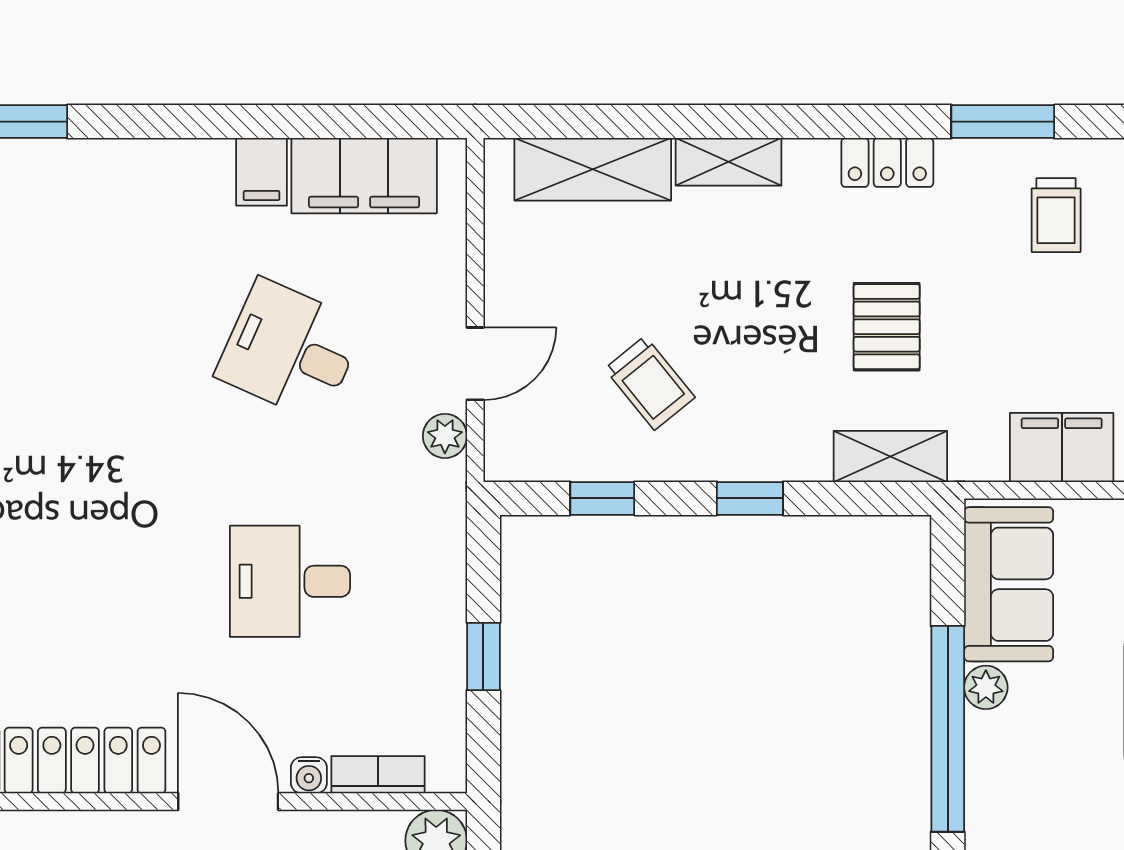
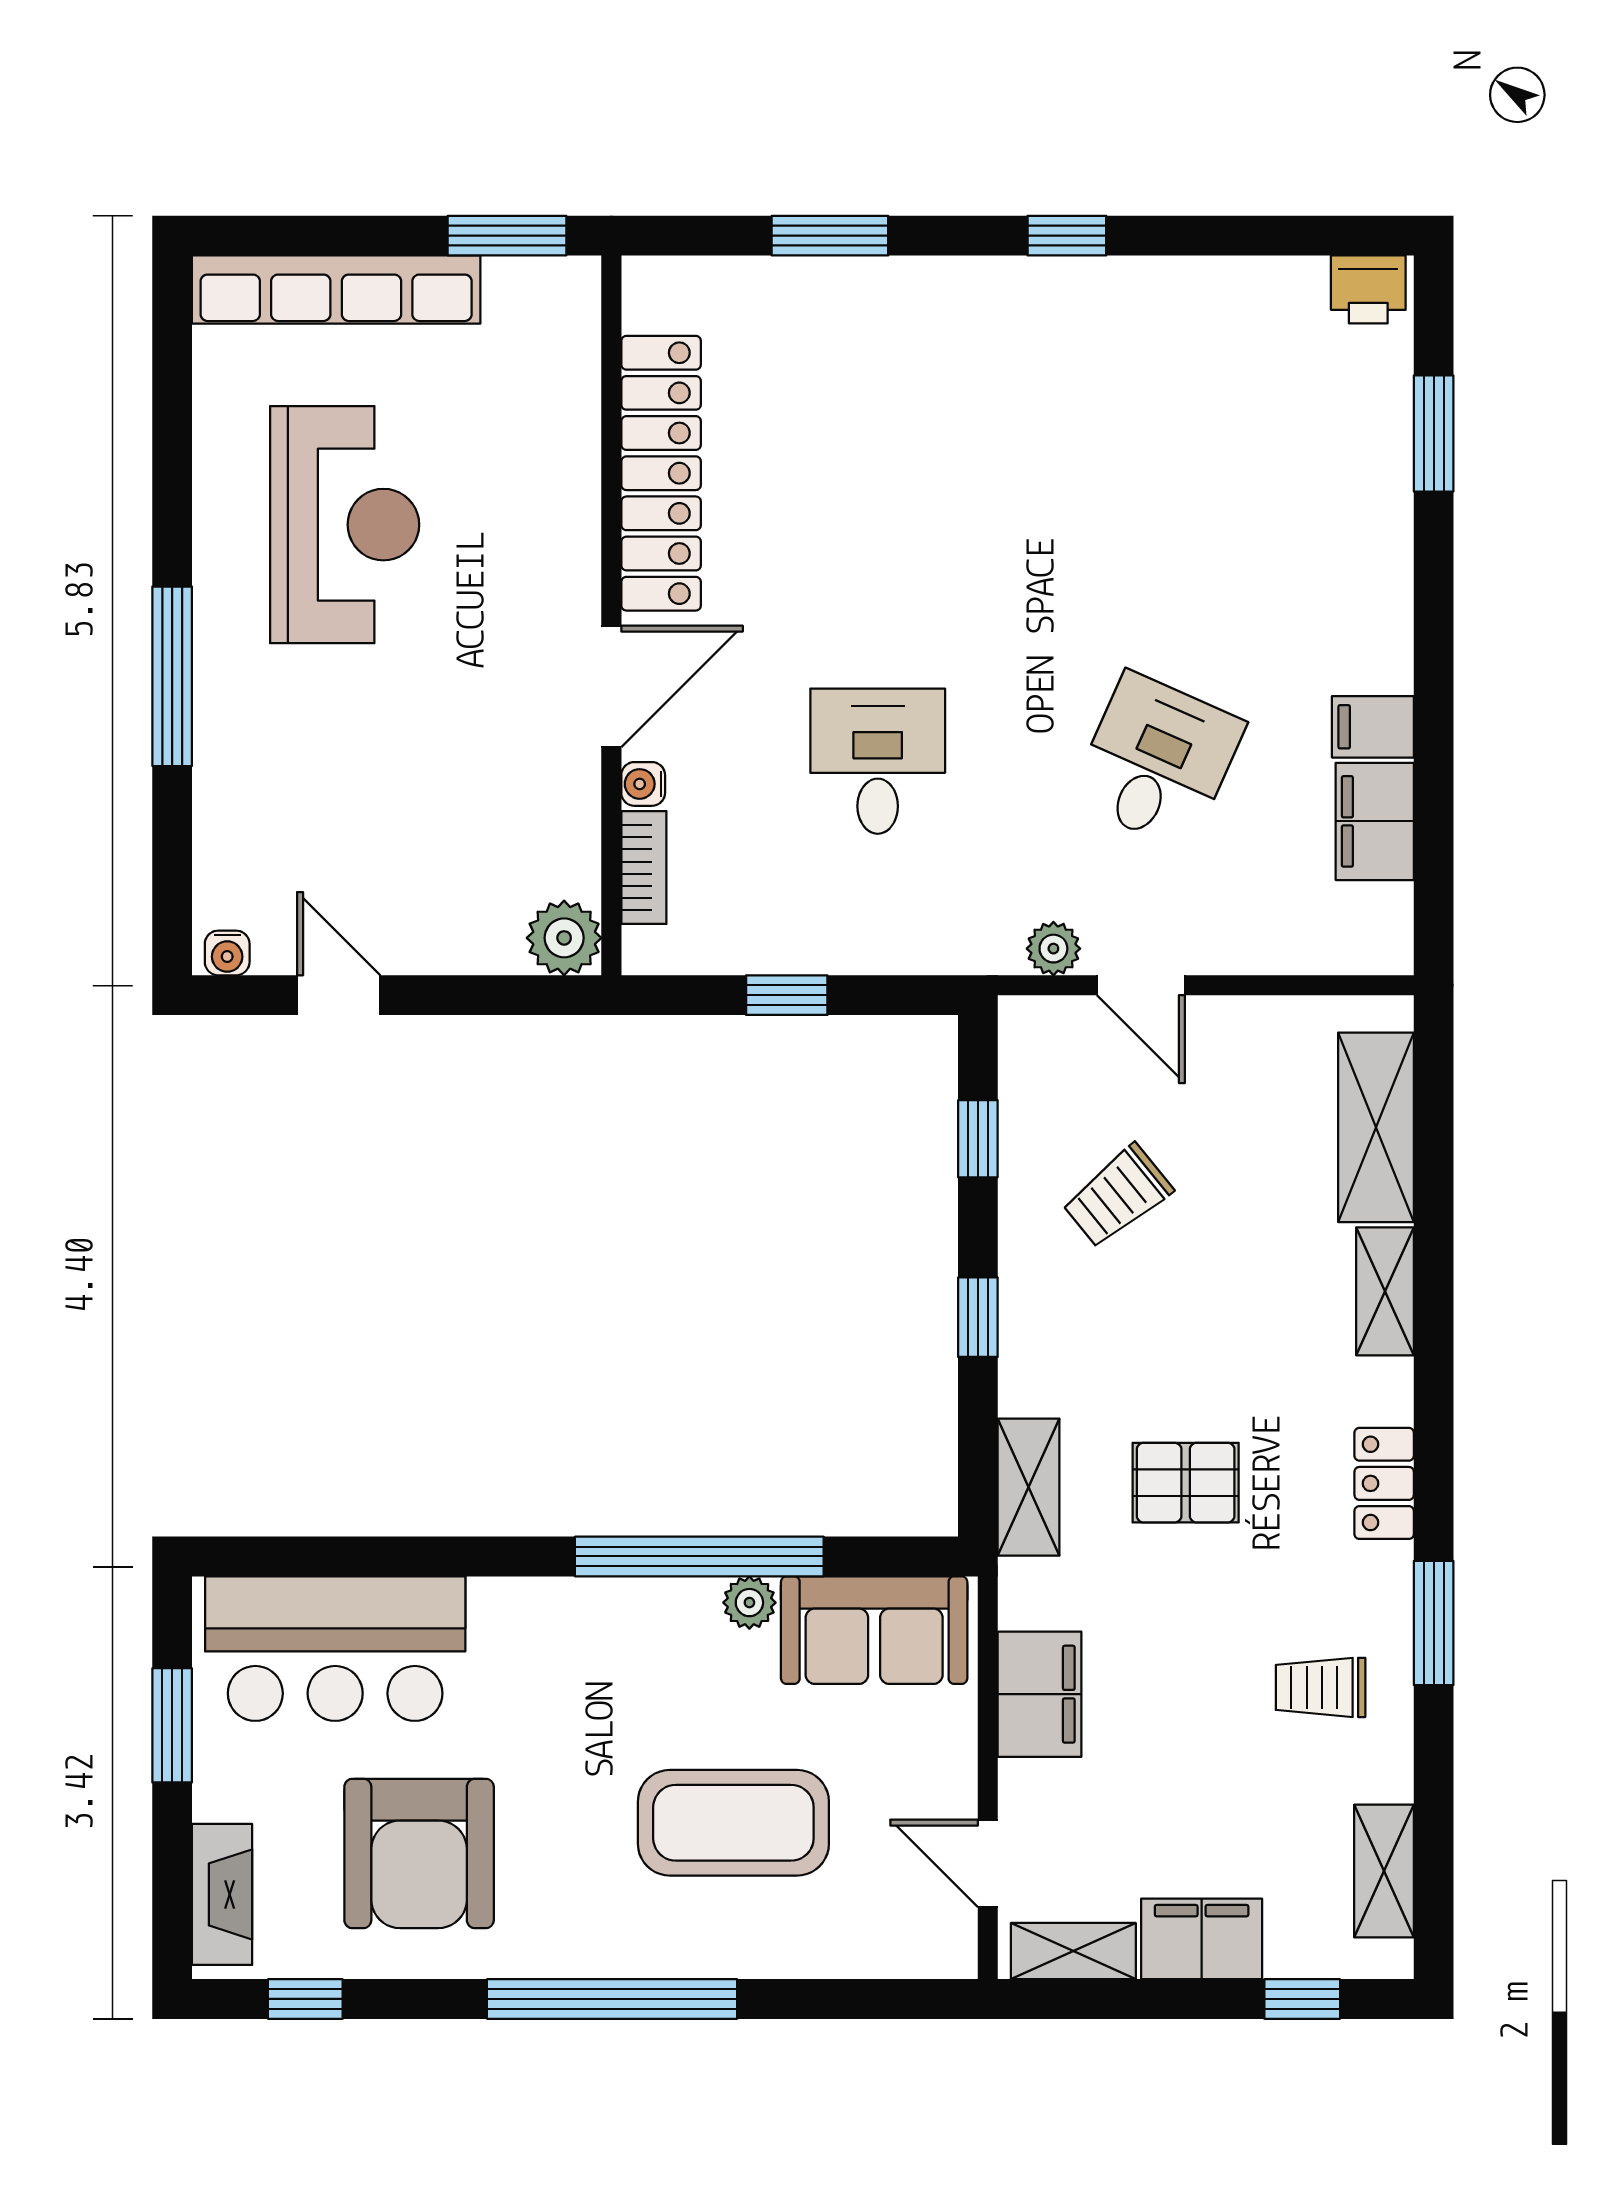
filing cabinet: (364, 176) -> (1375, 821), width x0.67, depth x0.86

